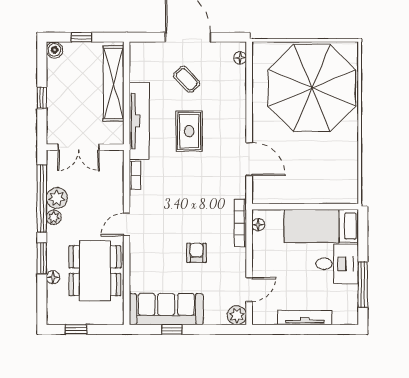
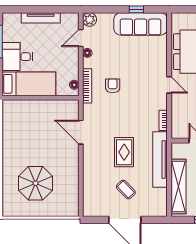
floor lamp: (240, 58) -> (87, 53), moved
parasol: (312, 88) -> (36, 183), width x0.54, depth x0.54
door: (127, 225) -> (169, 85), hinge flipped
armchair: (196, 253) -> (113, 86), moved, turned 180

